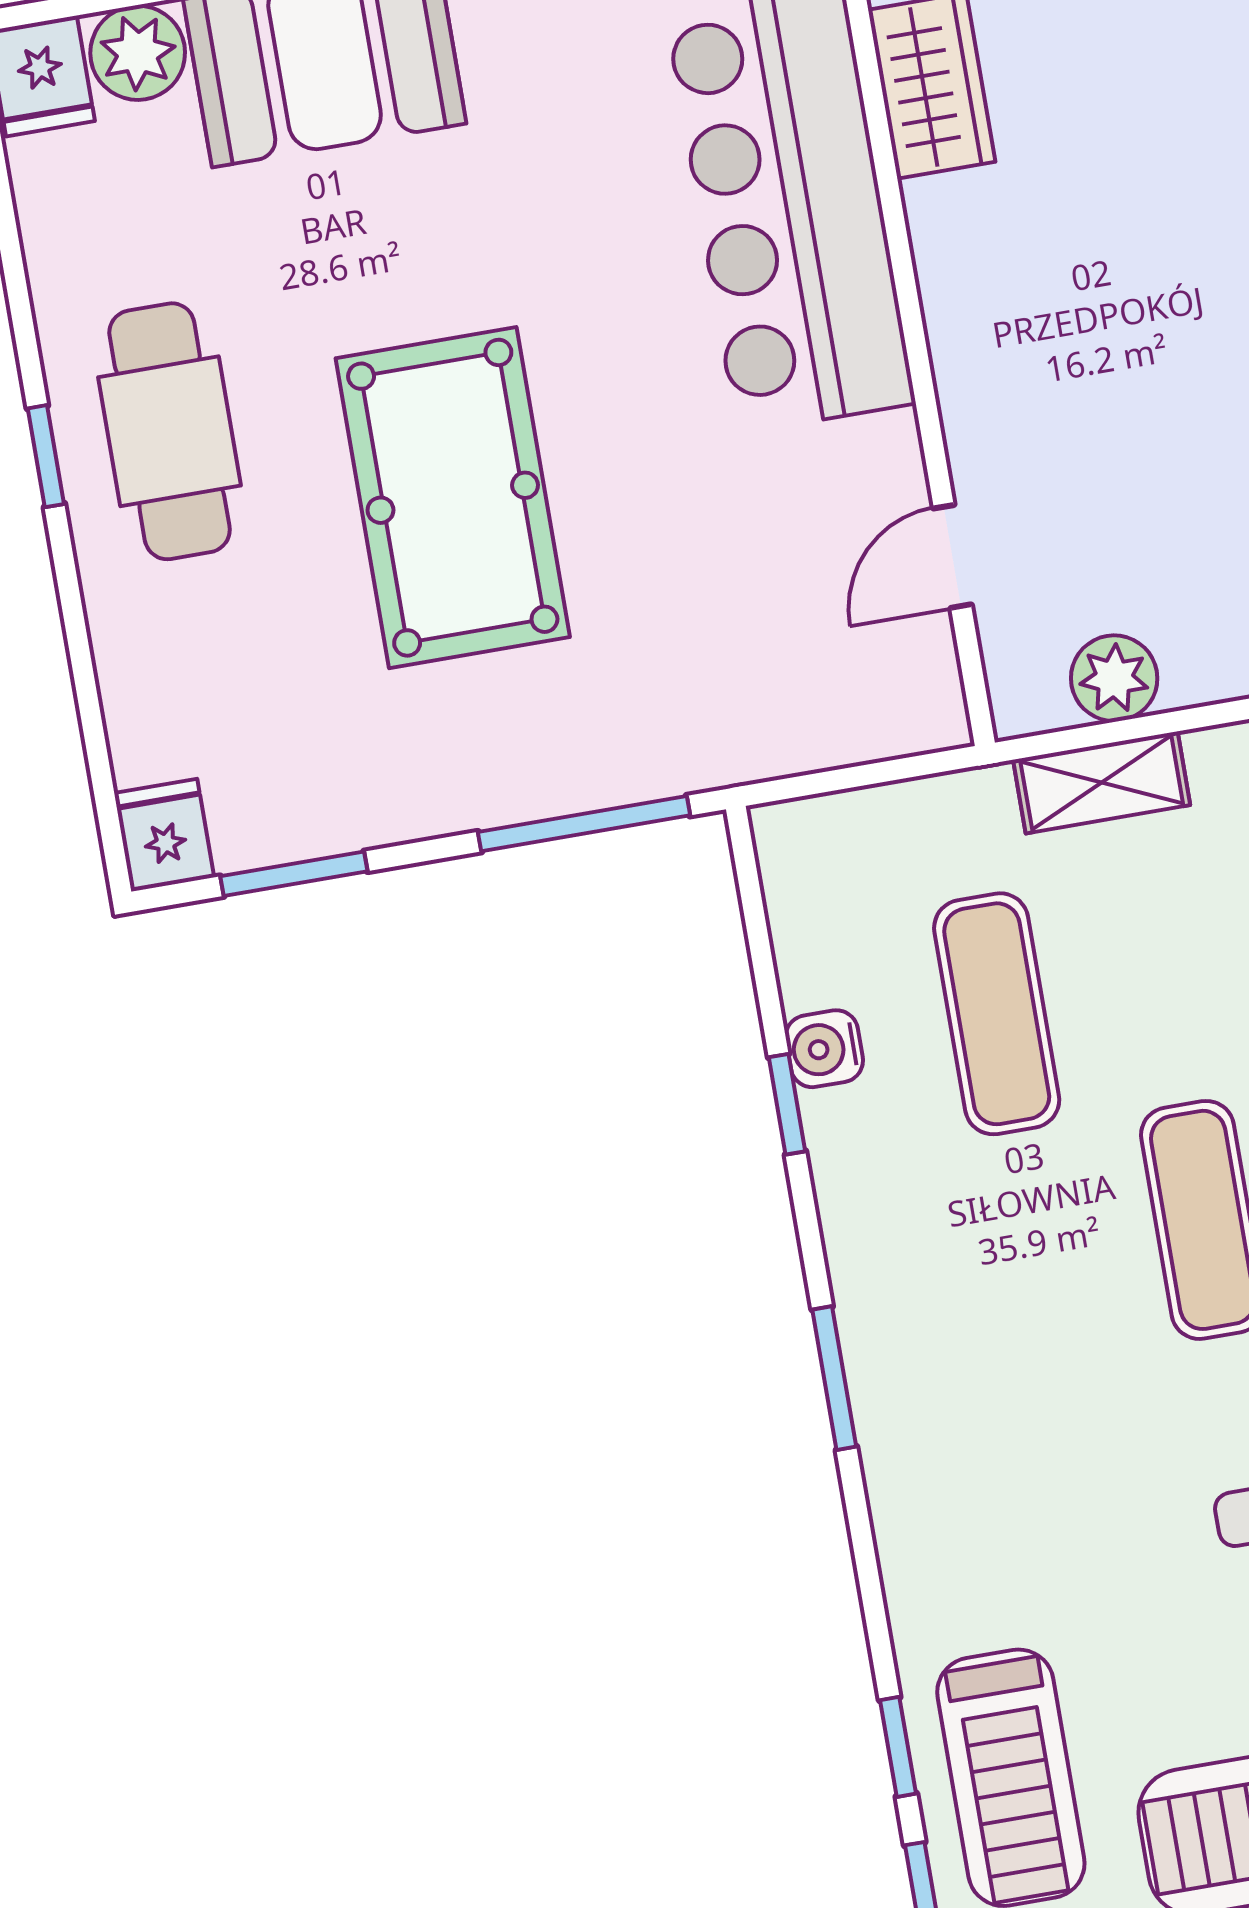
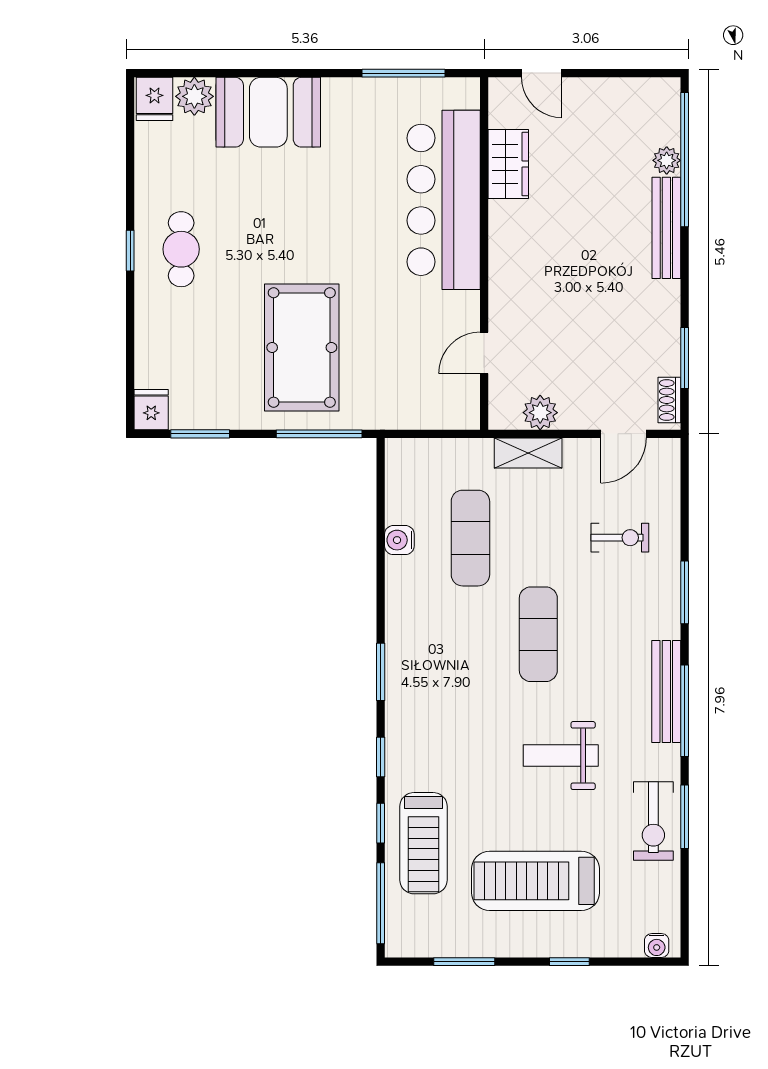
cafe table: (170, 431) -> (181, 249), width x0.73, depth x0.74
pool table: (453, 498) -> (302, 347), moved
window: (787, 1104) -> (381, 757), moved

